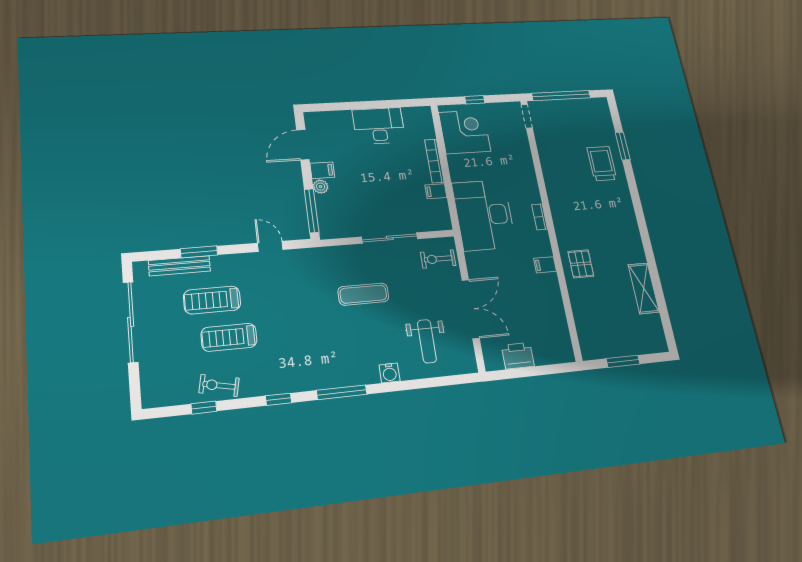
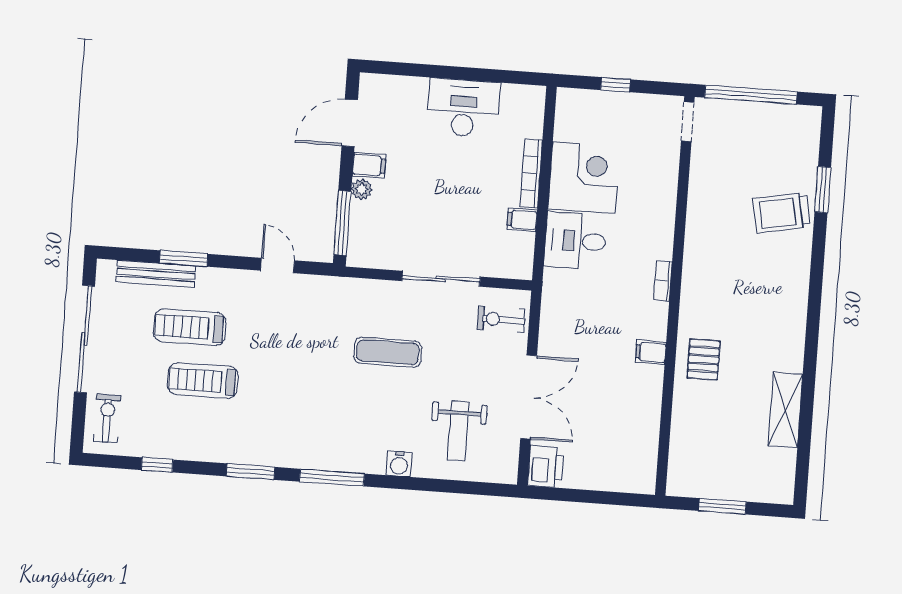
corner desk: (465, 132) -> (584, 178), moved
trolley: (602, 163) -> (781, 213), turned -101
desk: (484, 215) -> (575, 241), width x0.53, depth x0.77
printer: (518, 356) -> (546, 466), moved, turned 90
exercise bike: (219, 385) -> (107, 418), moved, turned 78
window: (279, 399) -> (251, 472), width x1.50

